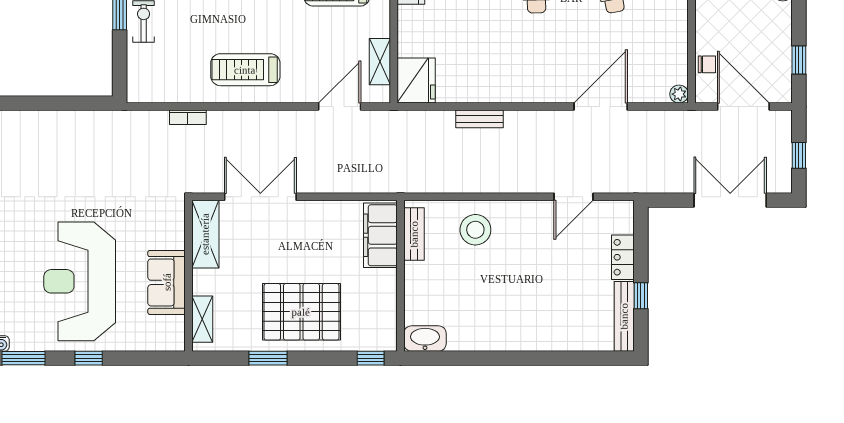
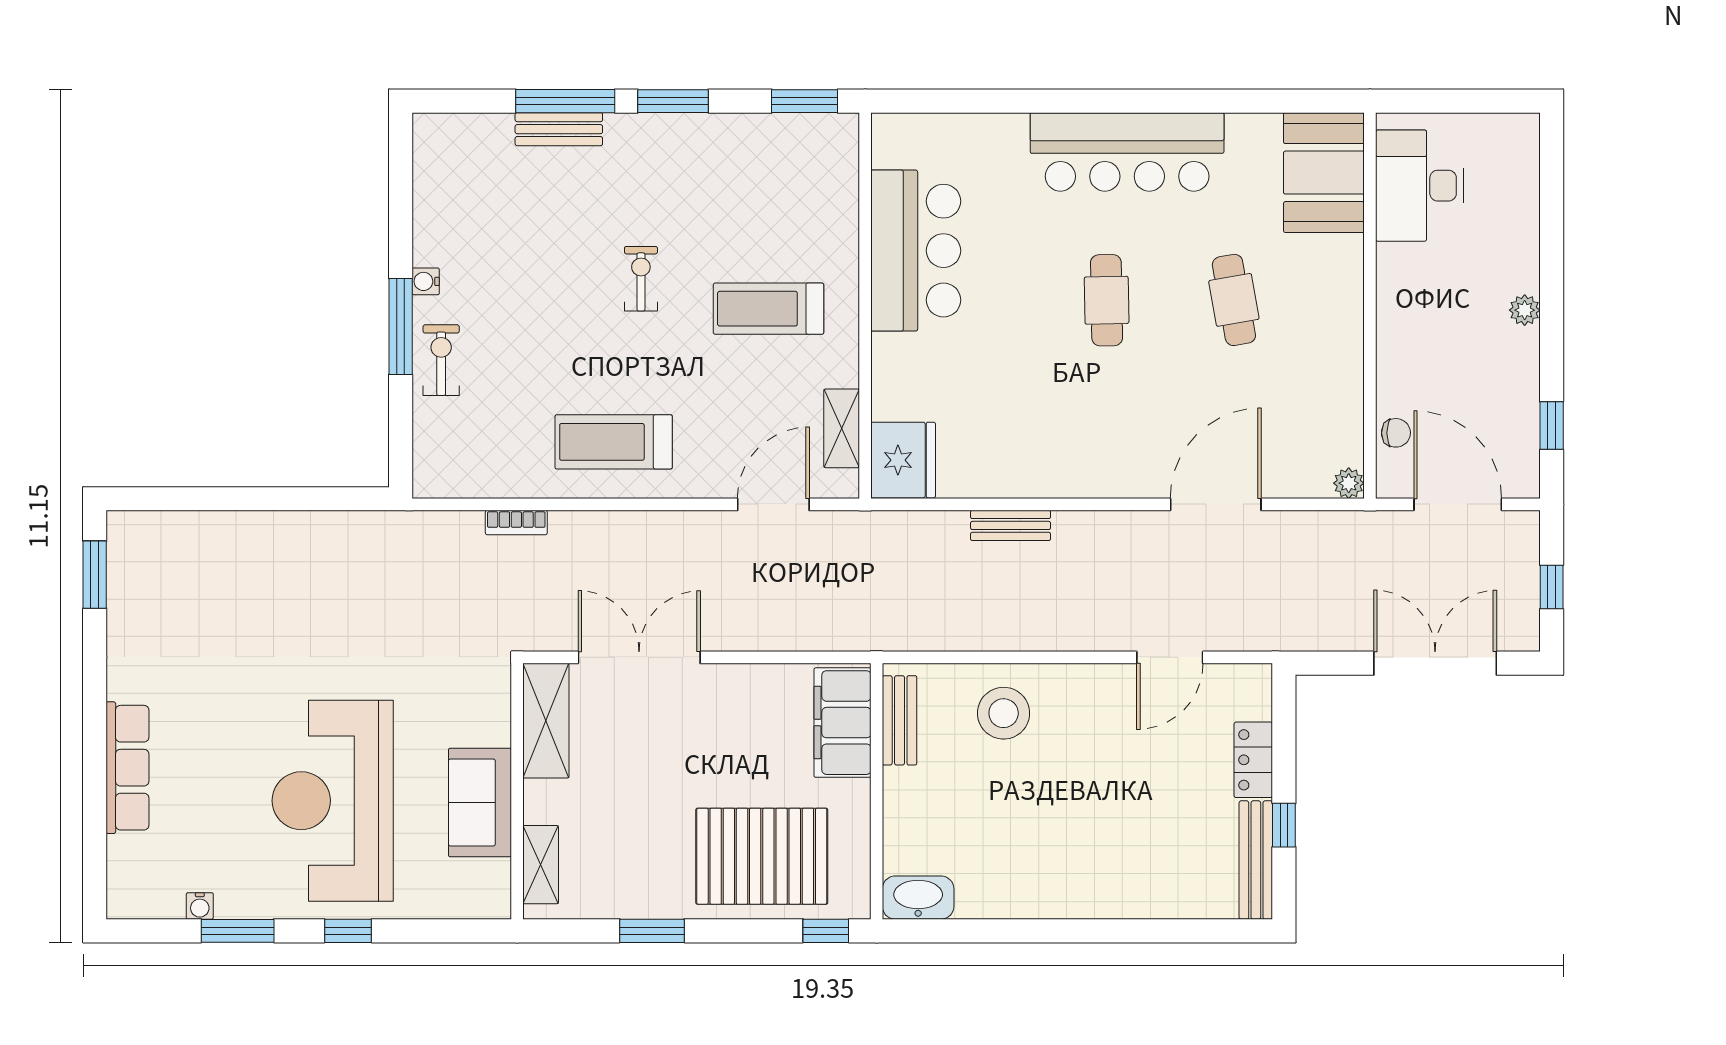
pallet: (301, 312) -> (762, 856), moved

